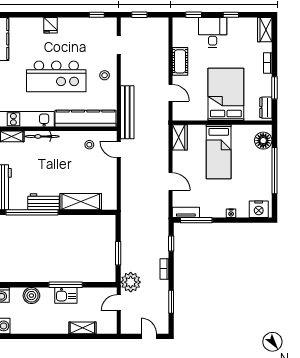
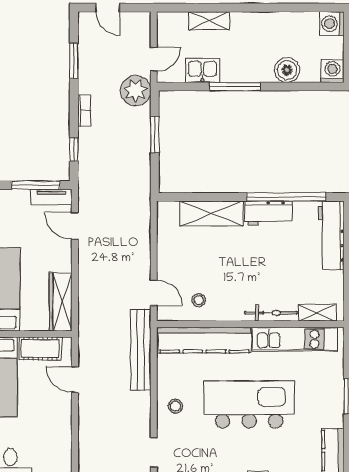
cot: (180, 61) -> (40, 349), moved, turned 90
wardrobe: (180, 137) -> (61, 302), width x1.50
door: (170, 182) -> (75, 226), moved
kitchen sink: (66, 295) -> (202, 70), moved

